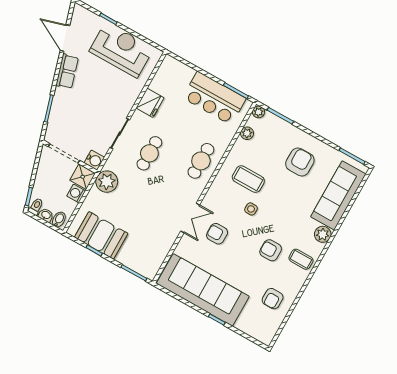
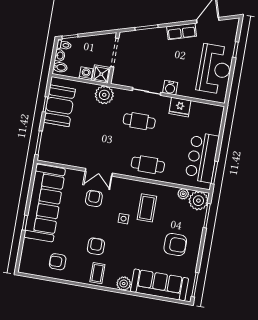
plant: (259, 112) -> (198, 201), width x1.87, depth x1.87
water cooler: (94, 160) -> (170, 88), moved

